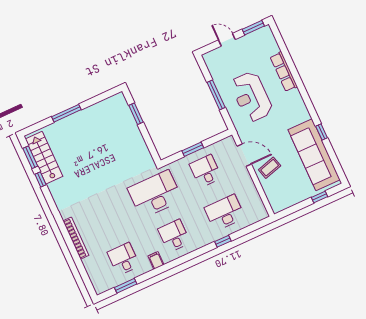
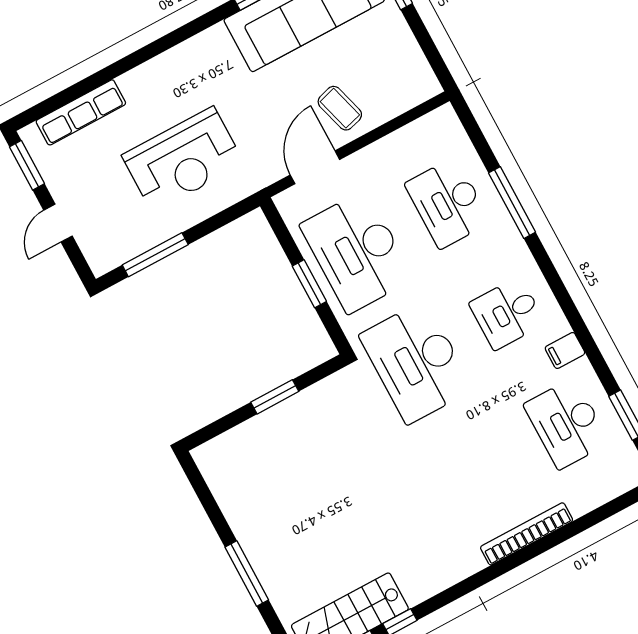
row of seats: (284, 72) -> (81, 112), moved
window: (216, 95) -> (155, 255), moved
window: (136, 114) -> (275, 397), moved
desk: (206, 171) -> (357, 252), width x1.87, depth x1.30
window: (223, 241) -> (512, 203), width x2.17
desk: (124, 259) -> (567, 424), width x1.37

